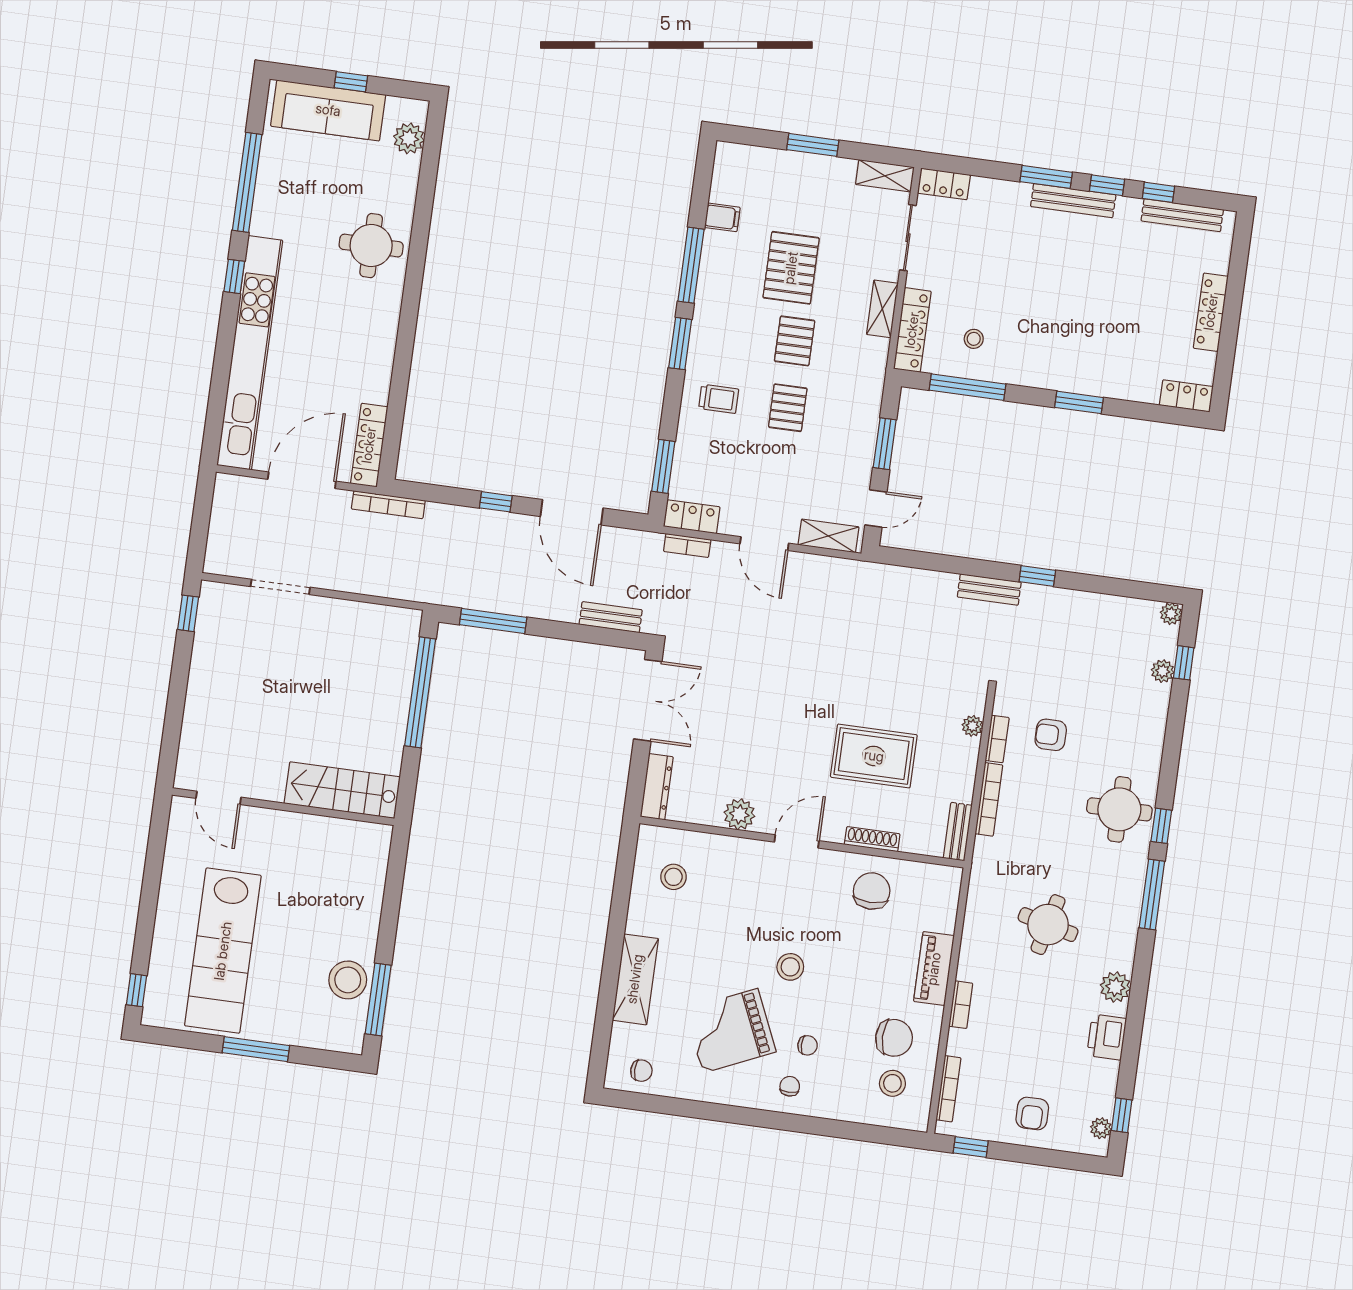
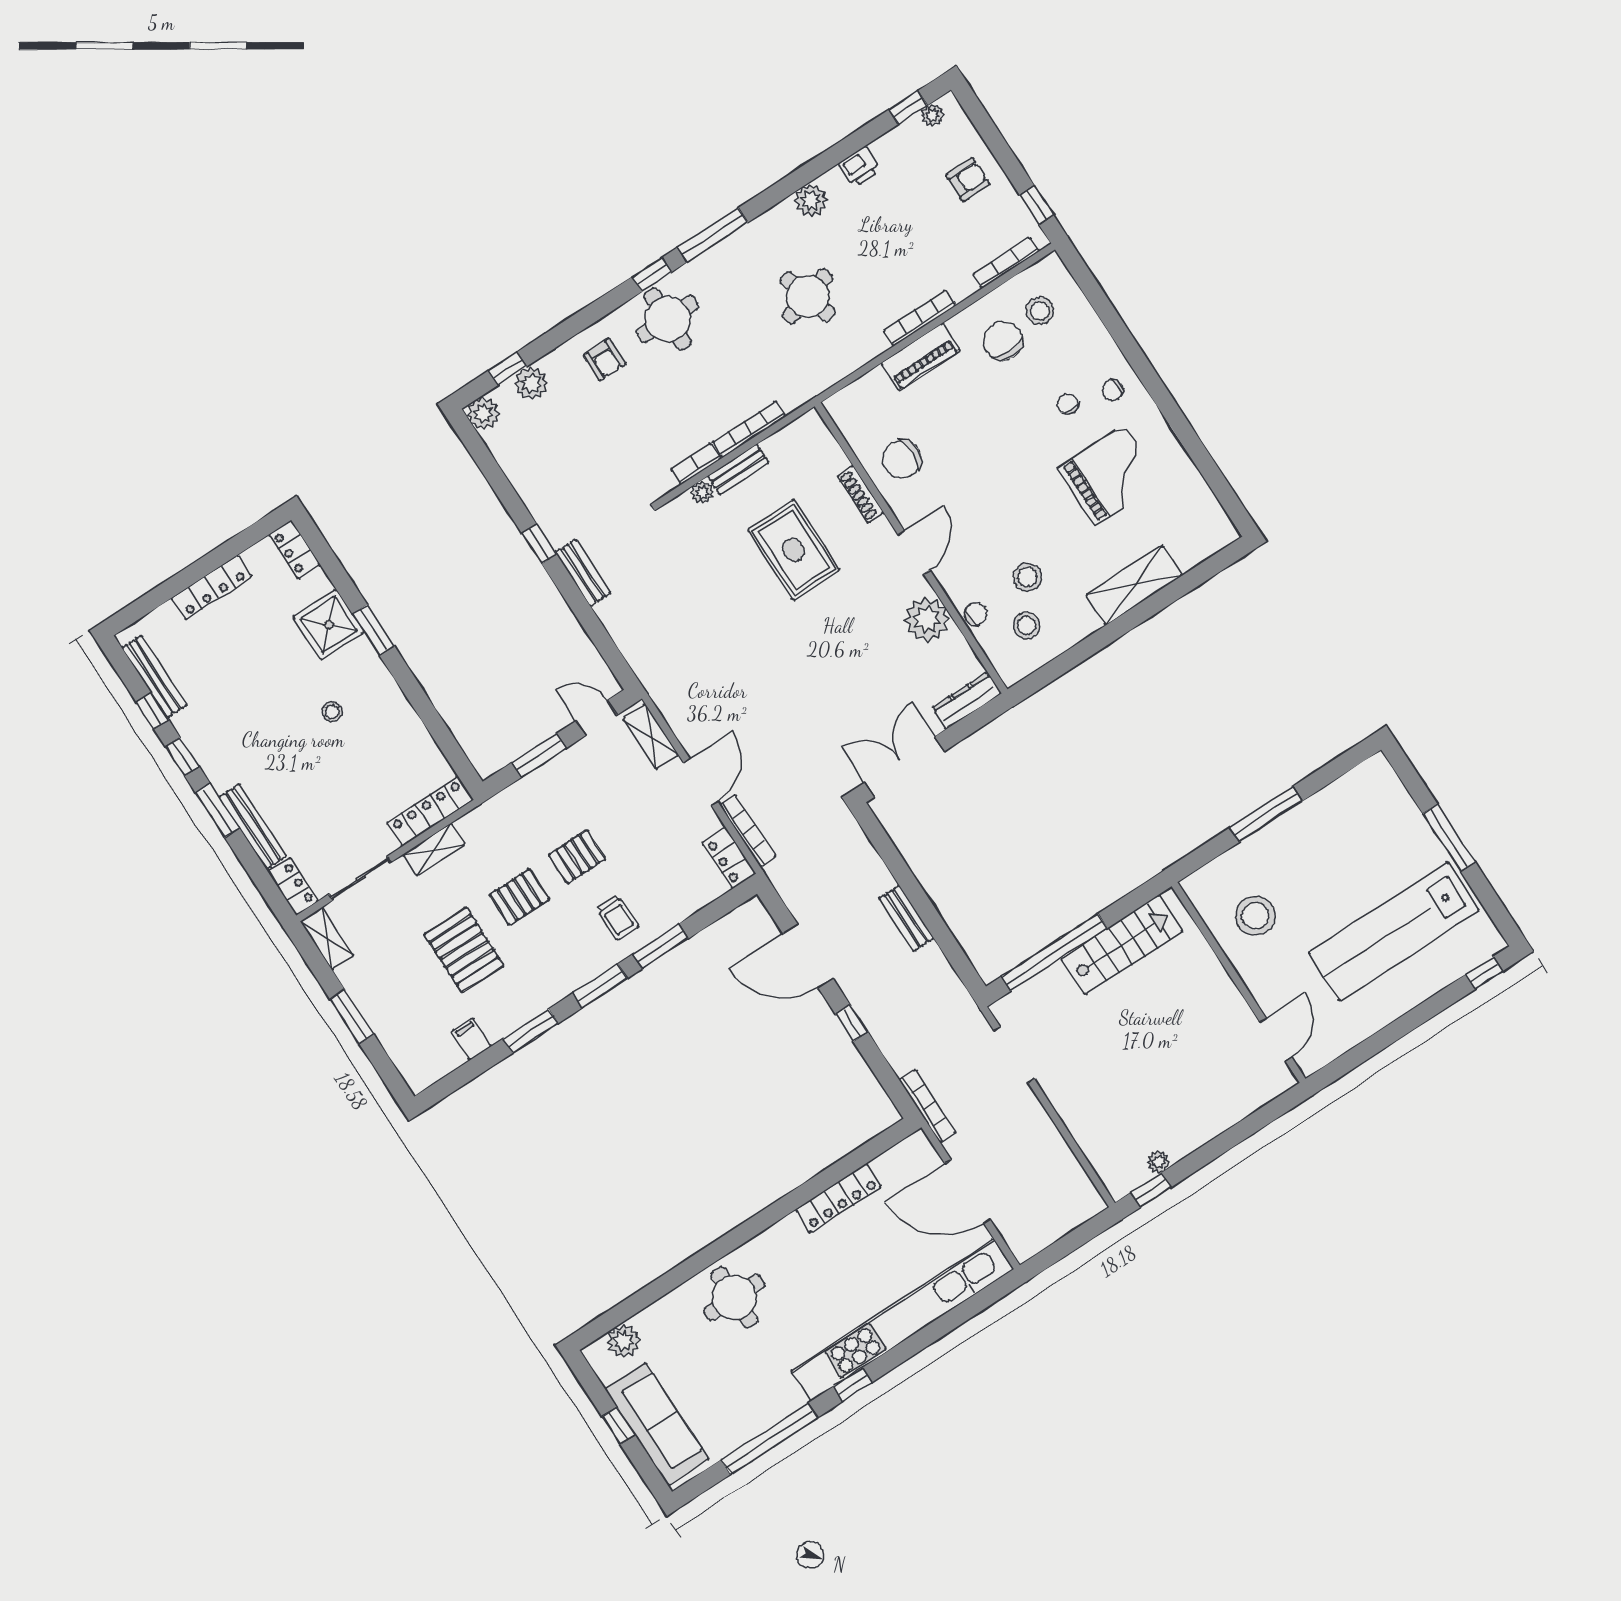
bench: (1073, 201) -> (253, 827), moved
window: (691, 265) -> (531, 1031), width x0.69
pallet: (791, 268) -> (464, 950), turned 90
stool: (974, 339) -> (332, 712), moved
shower: (1111, 374) -> (329, 625), added
window: (967, 387) -> (438, 729), removed
trolley: (719, 399) -> (617, 917), turned 180
locker: (369, 445) -> (839, 1198), moved
window: (663, 466) -> (661, 946), moved
door: (572, 512) -> (808, 956), swing flipped
bookcase: (687, 545) -> (748, 831), width x1.56
doorway: (280, 587) -> (1014, 1055), moved
plant: (1171, 614) -> (483, 413), width x1.38, depth x1.38
bench: (611, 617) -> (906, 918), moved
window: (493, 621) -> (948, 944), removed
plant: (204, 636) -> (1158, 1162), added
plant: (1163, 671) -> (531, 383), width x1.38, depth x1.38
armchair: (1051, 735) -> (605, 360), moved
stairs: (342, 790) -> (1122, 945), moved, turned -90
plant: (739, 814) -> (927, 620), width x1.36, depth x1.36
bench: (958, 832) -> (738, 469), moved
door: (797, 841) -> (914, 552), swing flipped
round table: (1048, 925) -> (808, 296), turned -30
lab bench: (223, 951) -> (1394, 932), turned 180
stool: (790, 967) -> (1027, 577), moved
stool: (348, 980) -> (1255, 916), moved
window: (378, 999) -> (1266, 814), moved
bookcase: (961, 1005) -> (920, 318), width x1.56
grand piano: (730, 1031) -> (1109, 475), turned -66
printer: (1107, 1037) -> (859, 167), width x0.73, depth x0.81
chair: (641, 1071) -> (976, 614), moved, turned 90

